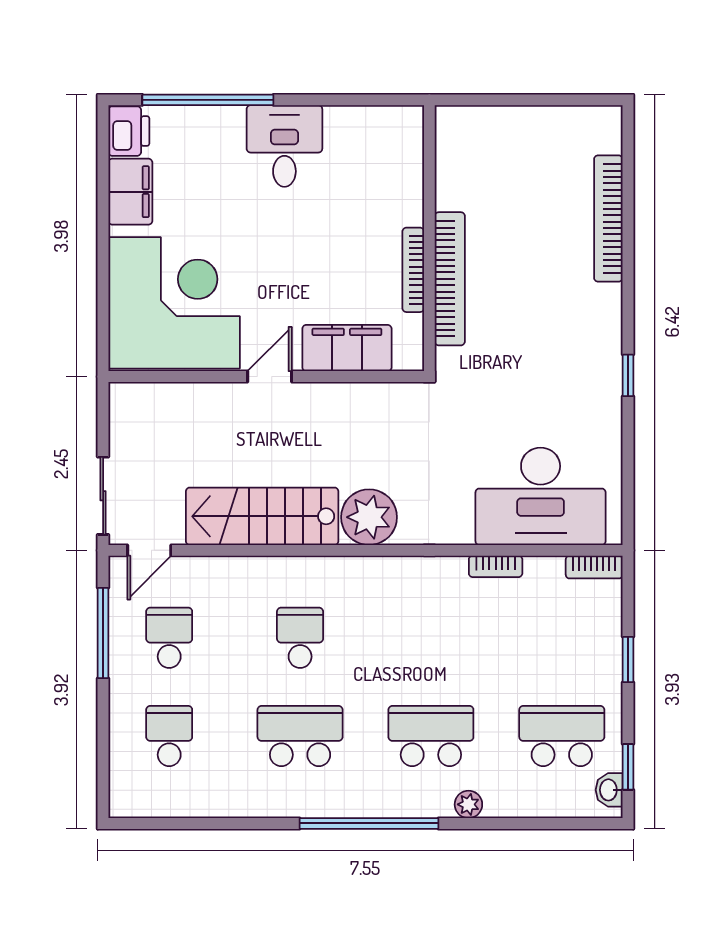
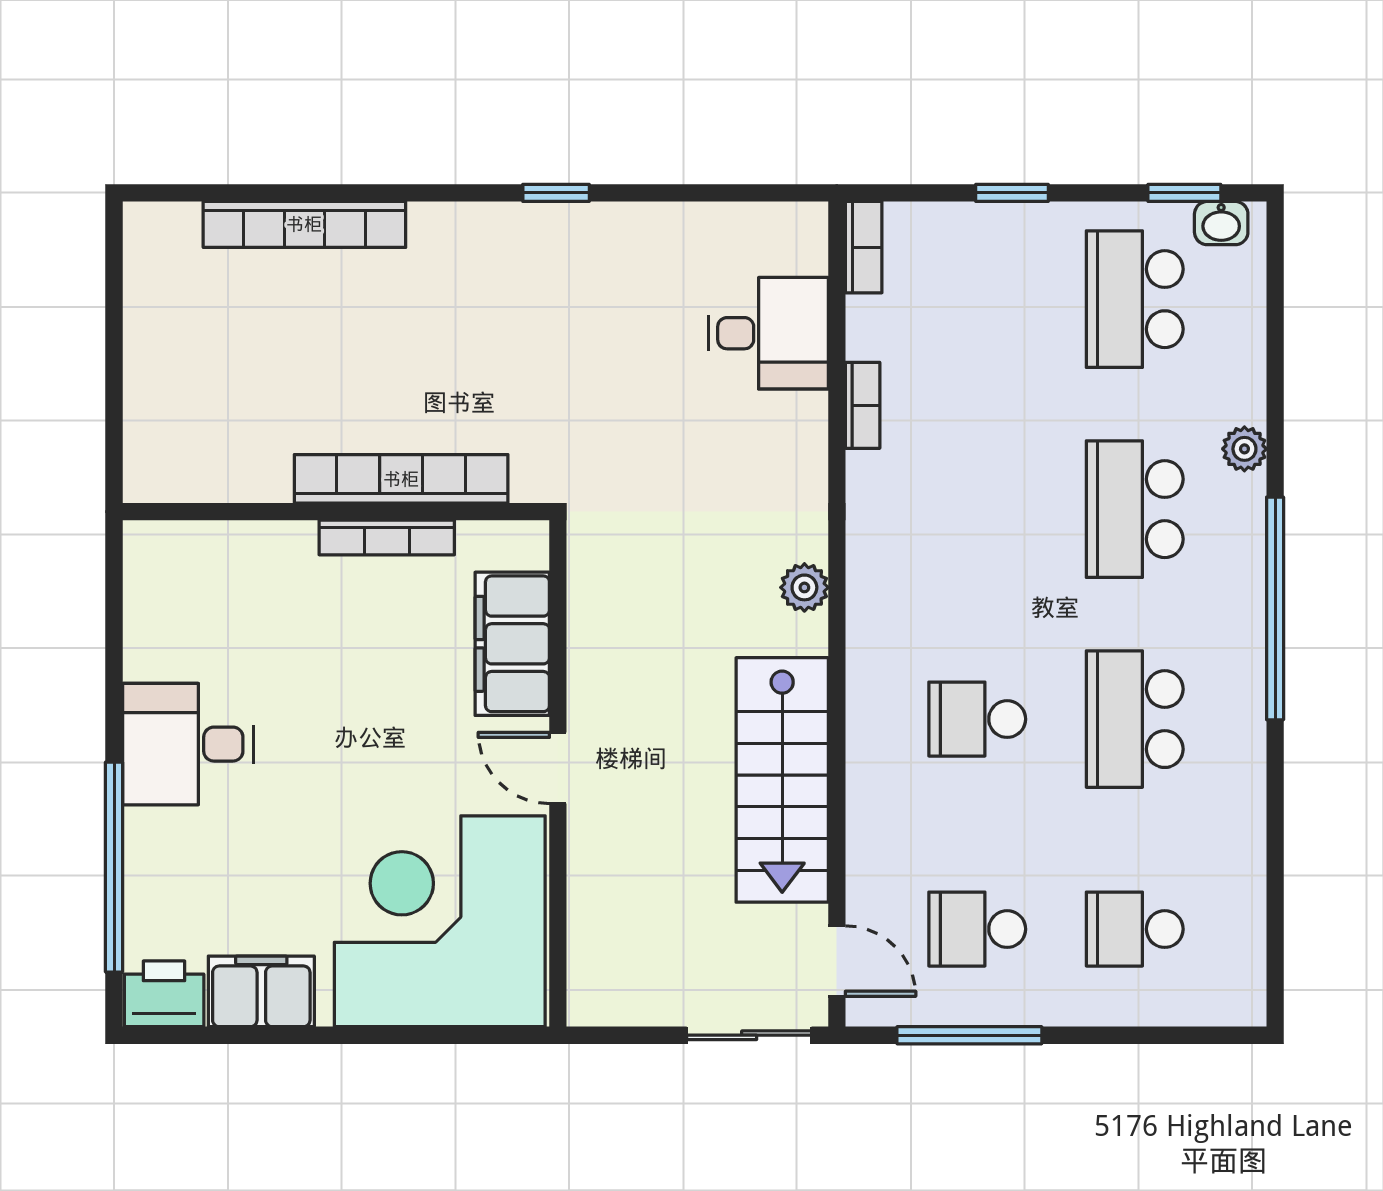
desk: (541, 496) -> (768, 333), width x0.53, depth x0.77
plant: (369, 517) -> (804, 587), width x0.53, depth x0.53

